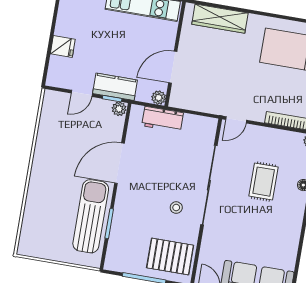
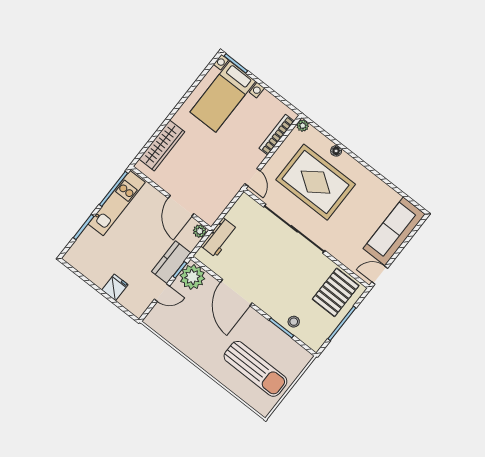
door: (82, 93) -> (162, 293), hinge flipped
plant: (119, 109) -> (192, 277), width x1.87, depth x1.87
rug: (264, 182) -> (316, 182), width x1.86, depth x2.06
stool: (176, 208) -> (294, 322), moved
sun lounger: (91, 216) -> (255, 369), moved, turned 180

